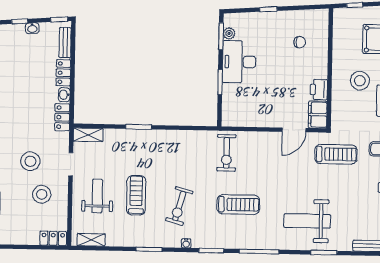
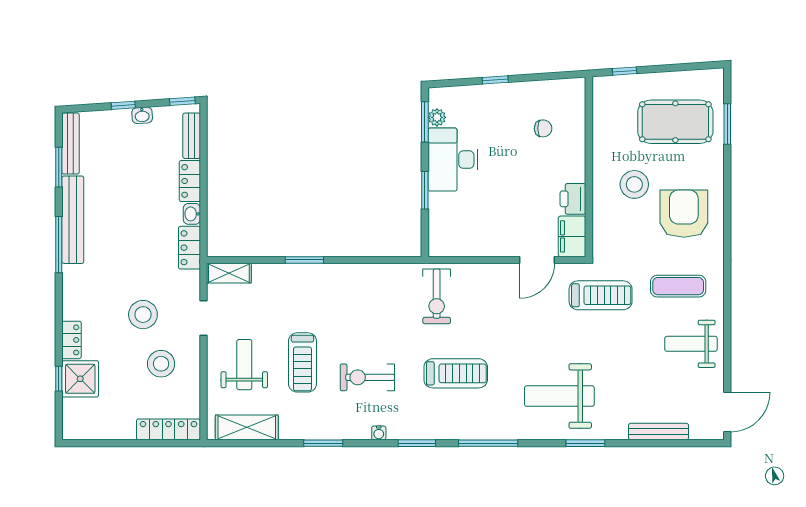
treadmill: (136, 195) -> (302, 362), turned 180
exercise bike: (179, 206) -> (367, 377), turned 74
locker: (53, 238) -> (168, 429), width x1.53
shelving: (91, 240) -> (247, 427), width x1.50, depth x1.33

